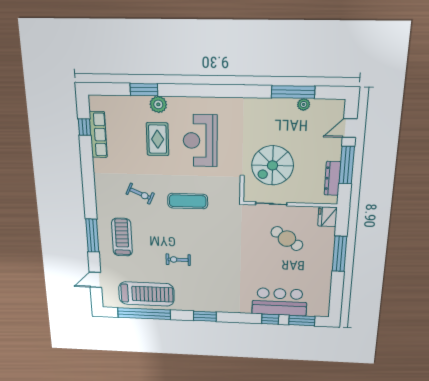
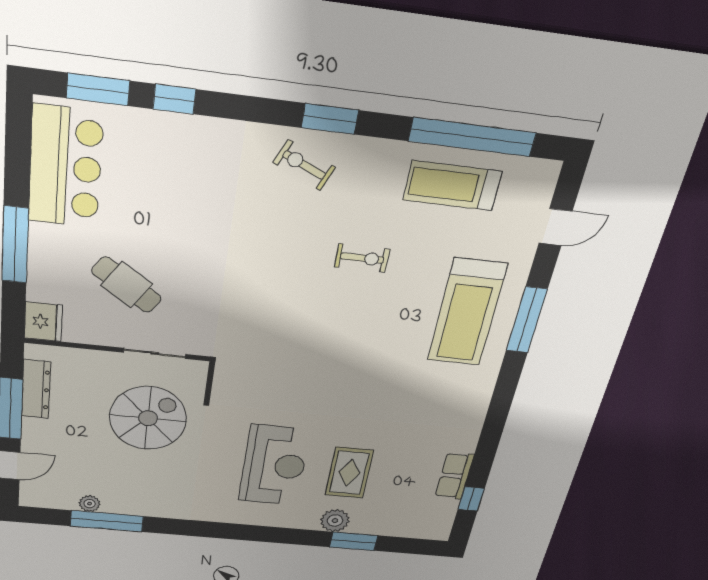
row of seats: (98, 135) -> (454, 476), width x0.68
exercise bike: (140, 194) -> (304, 165), moved
exercise mat: (188, 201) -> (317, 370), removed
treadmill: (122, 237) -> (467, 313), width x1.37, depth x1.38
treadmill: (146, 294) -> (452, 186), width x0.73, depth x0.73
bar counter: (279, 302) -> (65, 167), moved, turned -90

